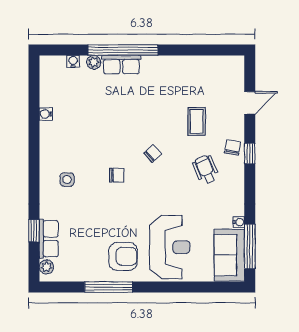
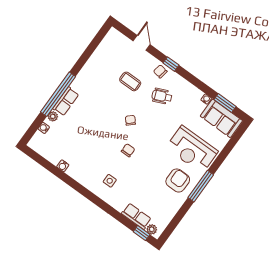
window: (34, 231) -> (142, 233), moved
reception desk: (170, 247) -> (192, 150), turned 180
window: (250, 247) -> (225, 103), width x0.69
window: (109, 287) -> (201, 186), moved

